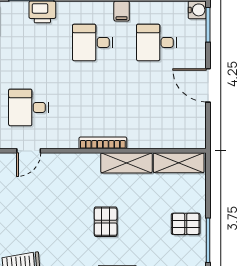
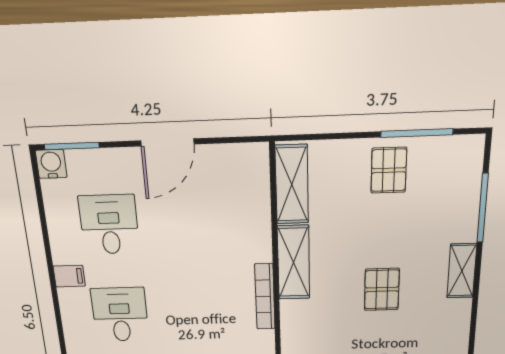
desk: (93, 42) -> (120, 315), turned 180
desk: (156, 42) -> (109, 225), turned 180
pallet: (106, 222) -> (382, 289), turned 90

